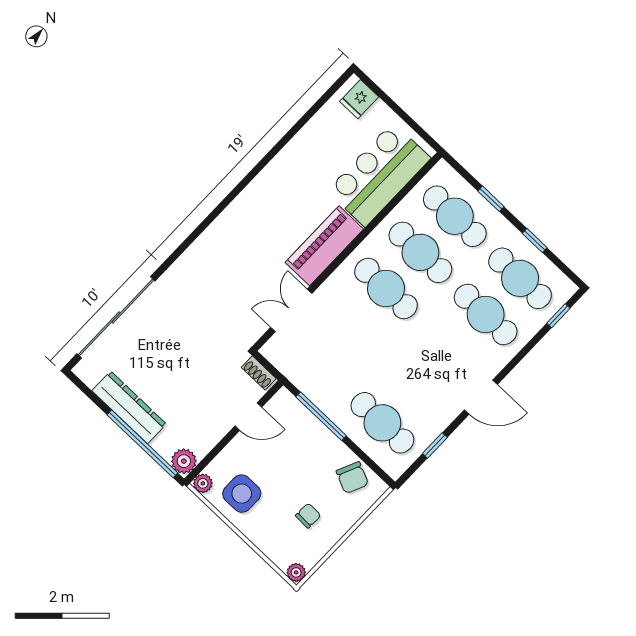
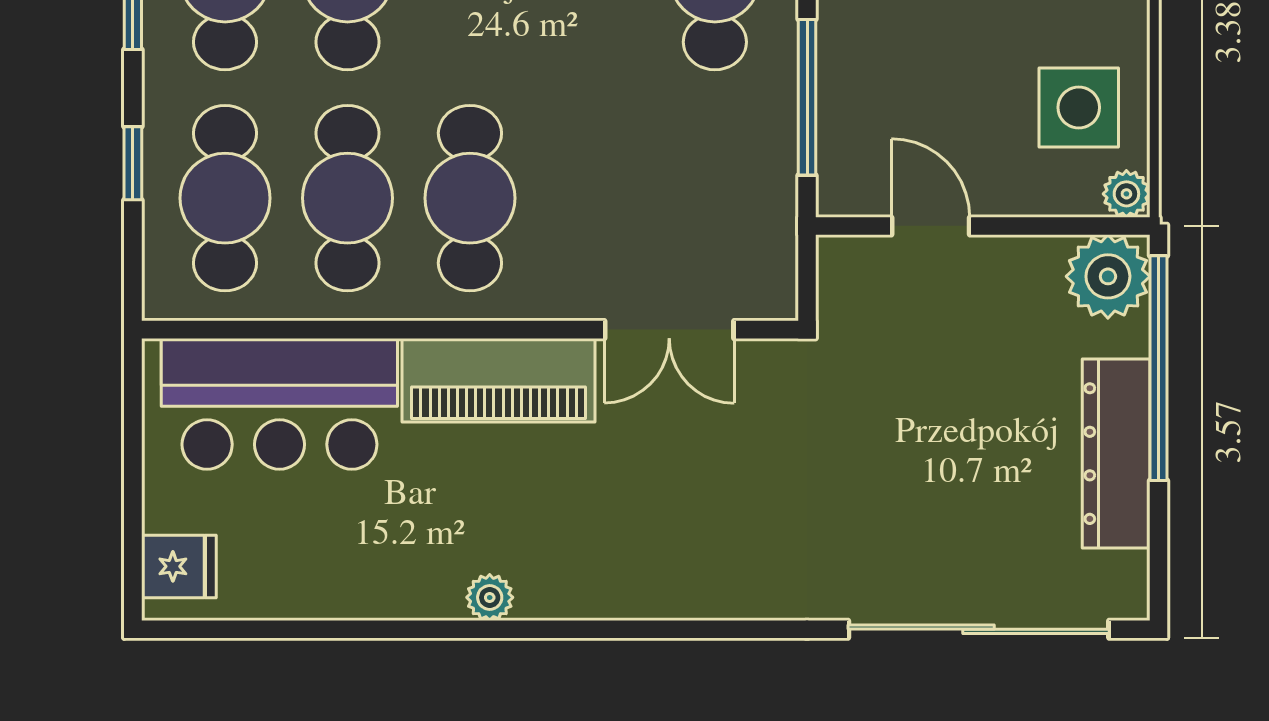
plant: (263, 182) -> (490, 597), added
shoe rack: (259, 373) -> (835, 281), removed
plant: (184, 461) -> (1108, 276), width x1.36, depth x1.36

